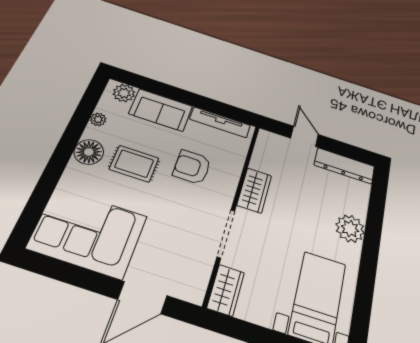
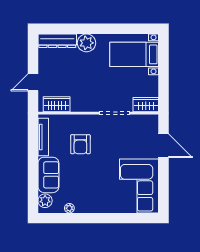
floor lamp: (89, 152) -> (92, 205), removed
rug: (134, 164) -> (90, 177), removed
dresser: (344, 166) -> (57, 41), moved, turned 90
wardrobe: (254, 190) -> (57, 104), moved

